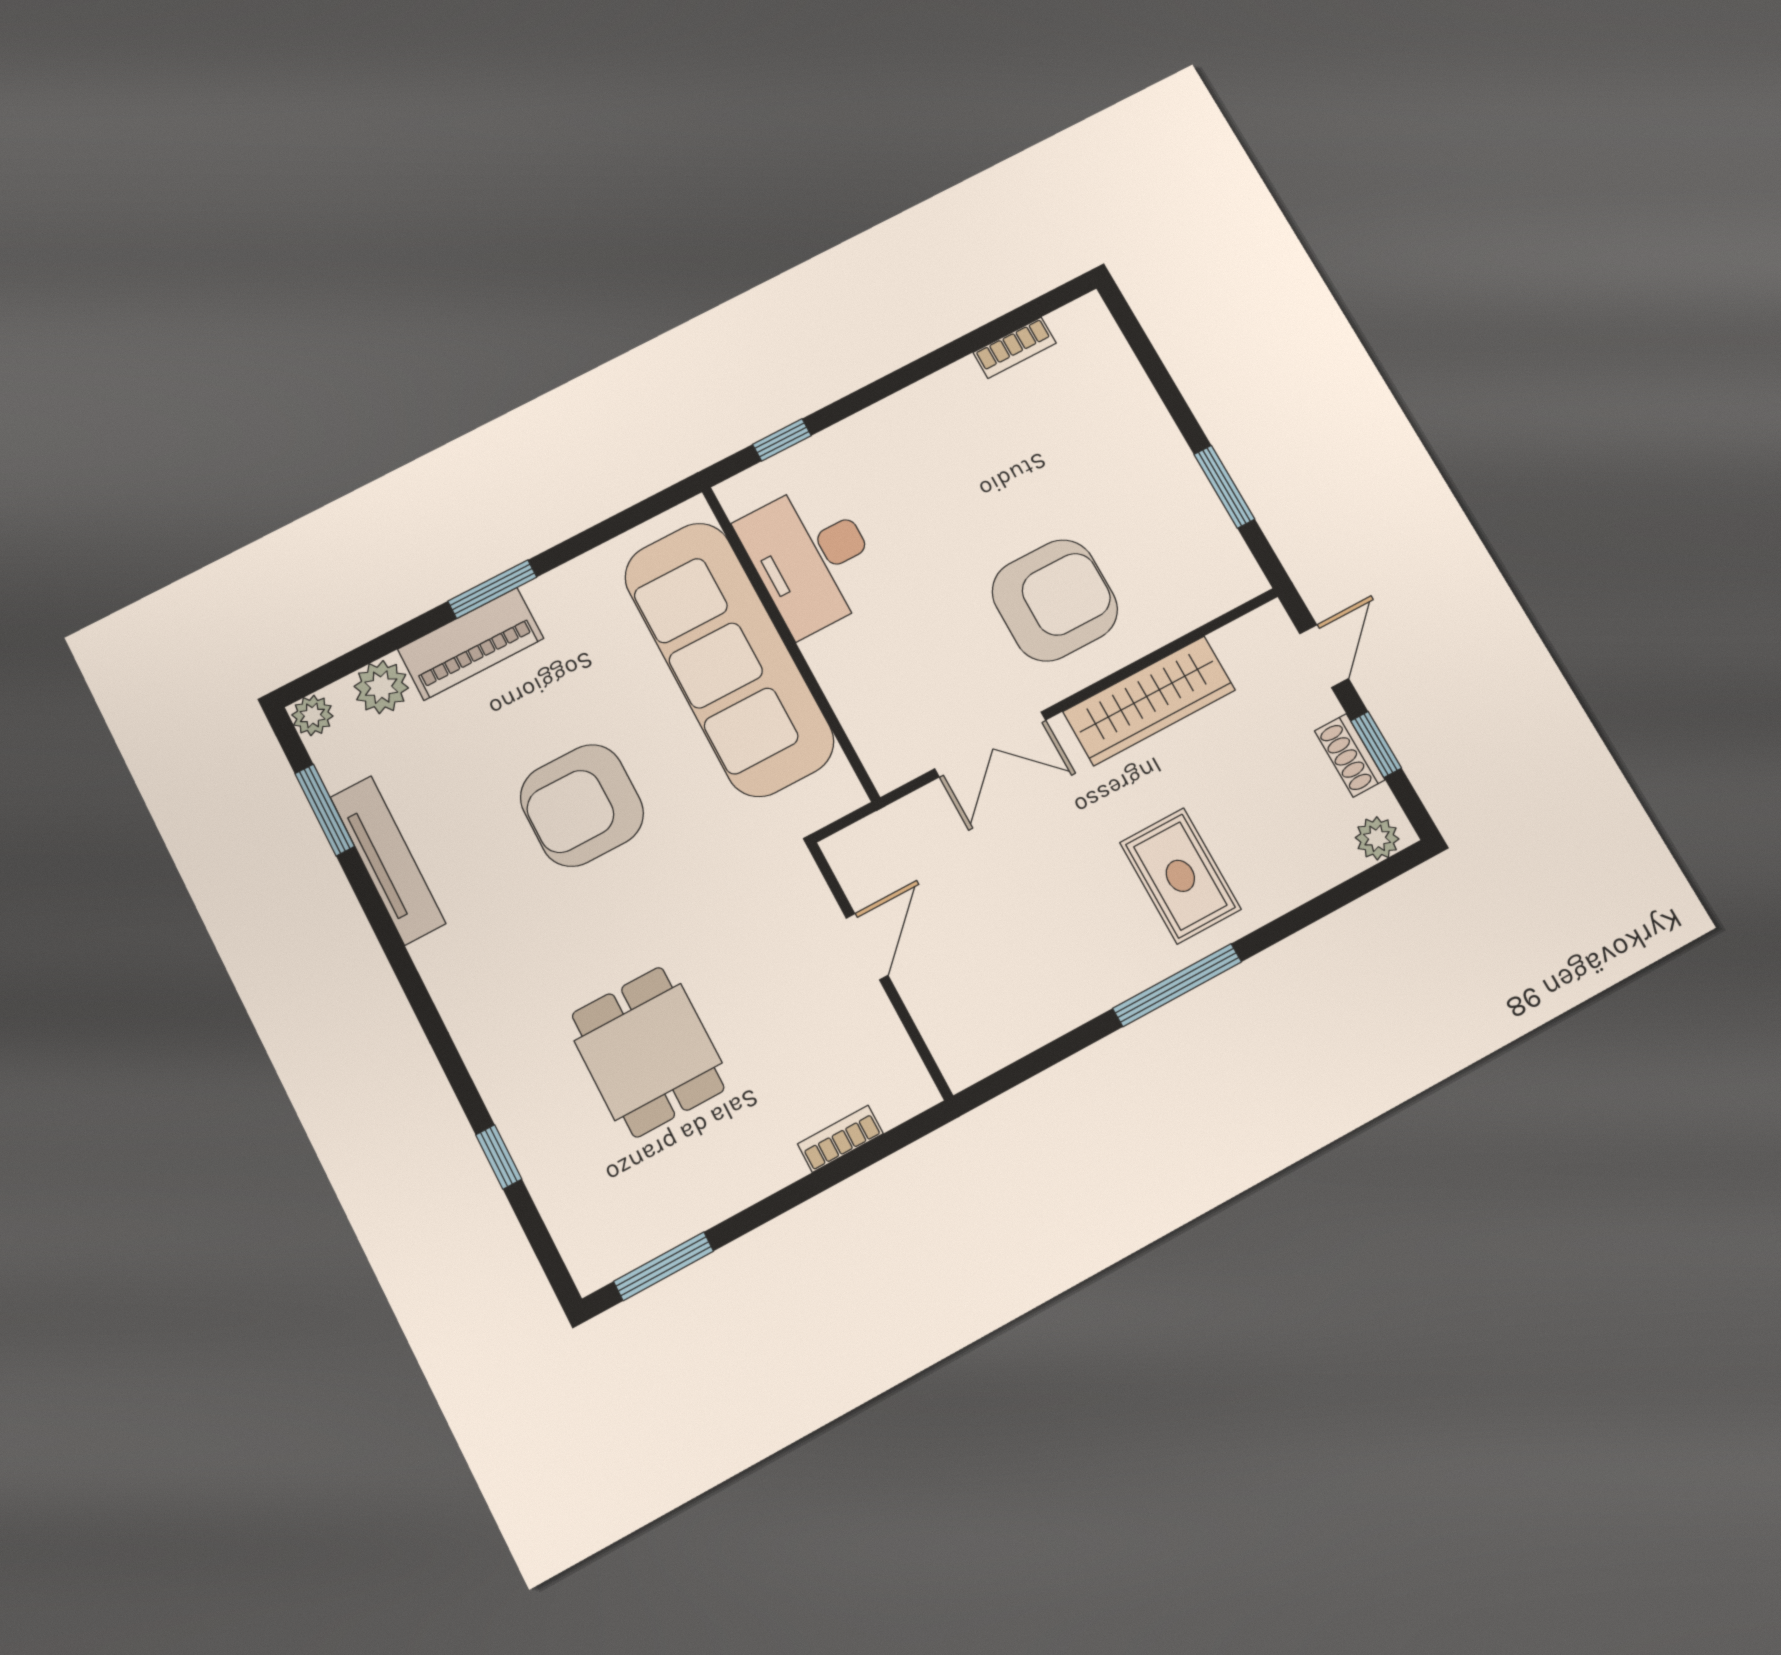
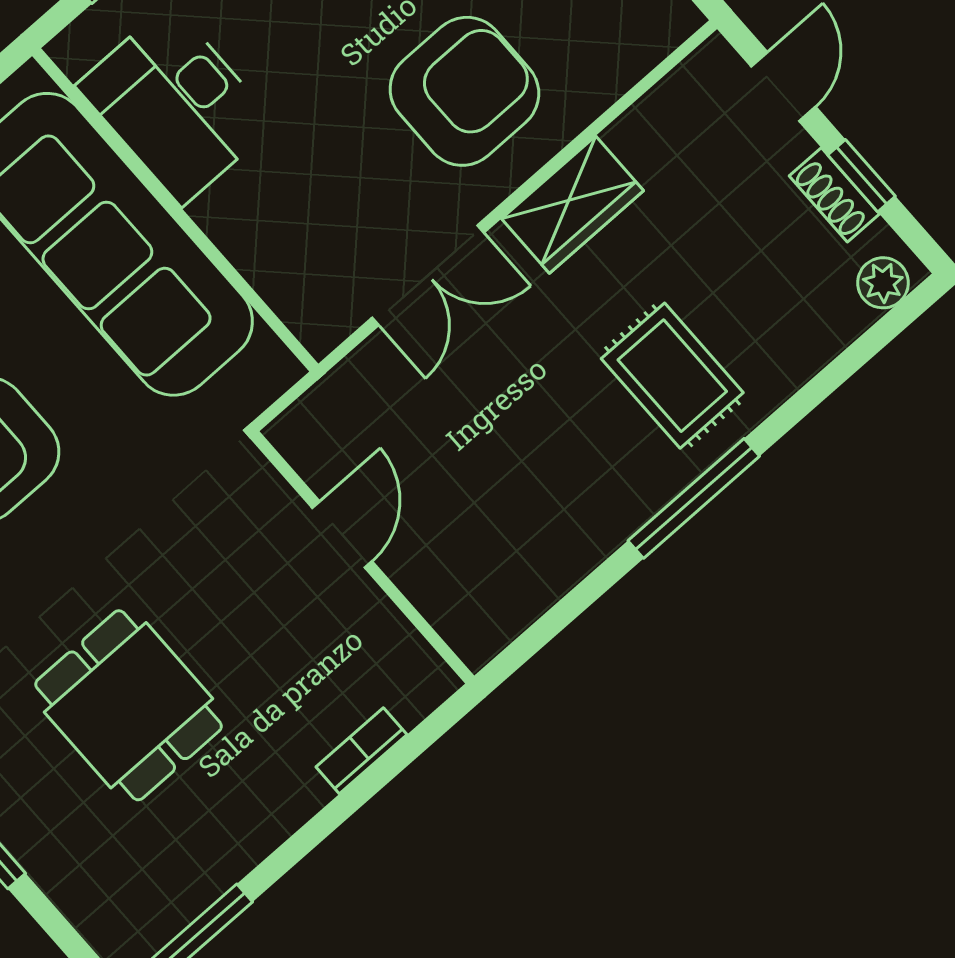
wardrobe: (1149, 701) -> (572, 205), width x0.67

